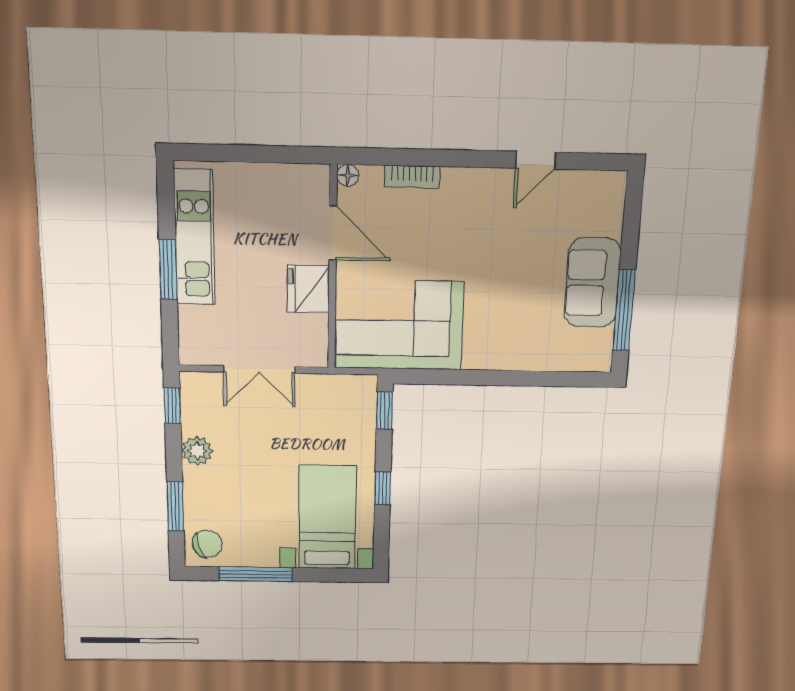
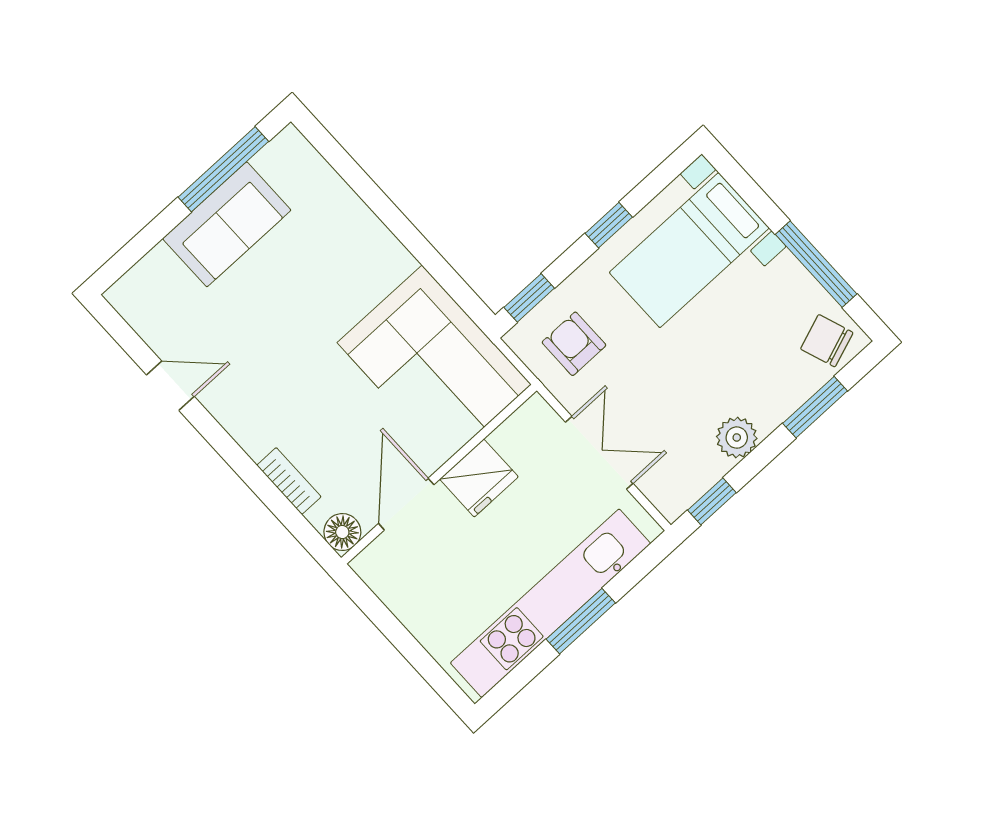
floor lamp: (348, 175) -> (342, 532), width x1.37, depth x1.37
kitchen unit: (194, 237) -> (551, 603), width x1.36
armchair: (335, 411) -> (574, 344), added

